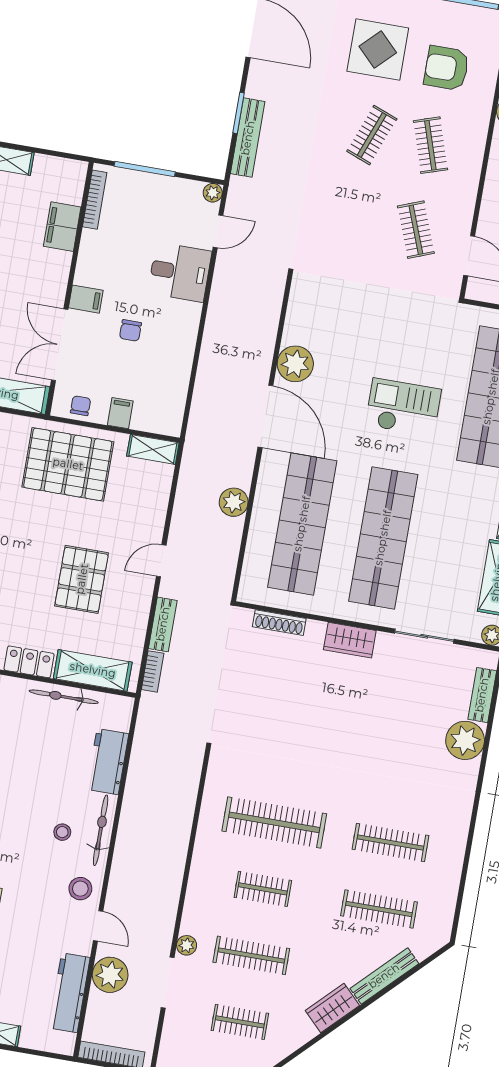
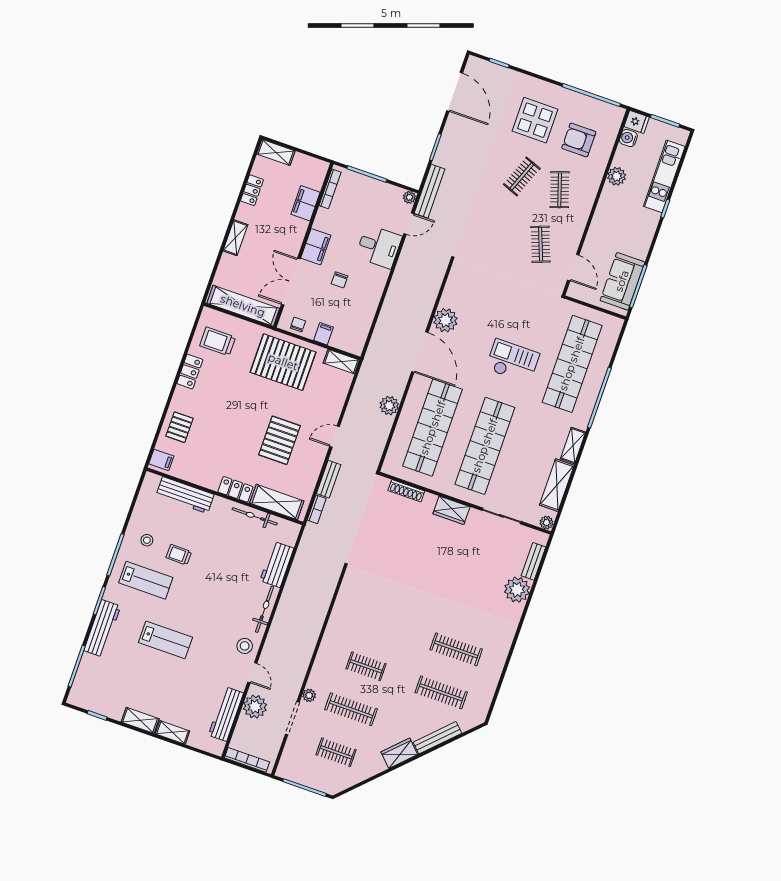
bench: (248, 138) -> (430, 191), moved
filing cabinet: (86, 299) -> (316, 247), width x2.00
clothes rail: (274, 822) -> (381, 623), removed
stool: (62, 832) -> (239, 606), removed

